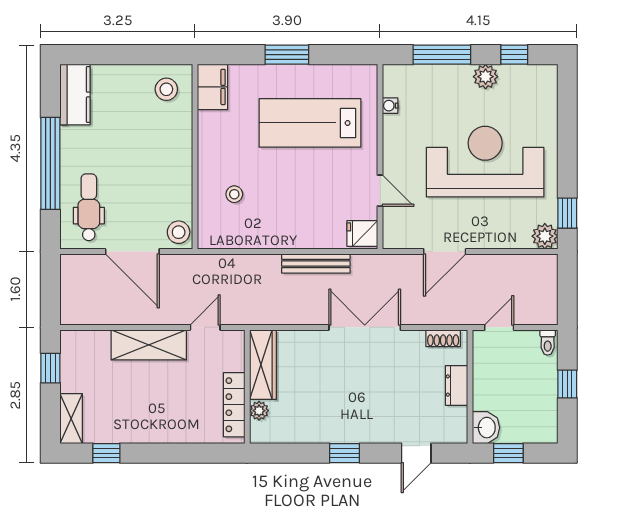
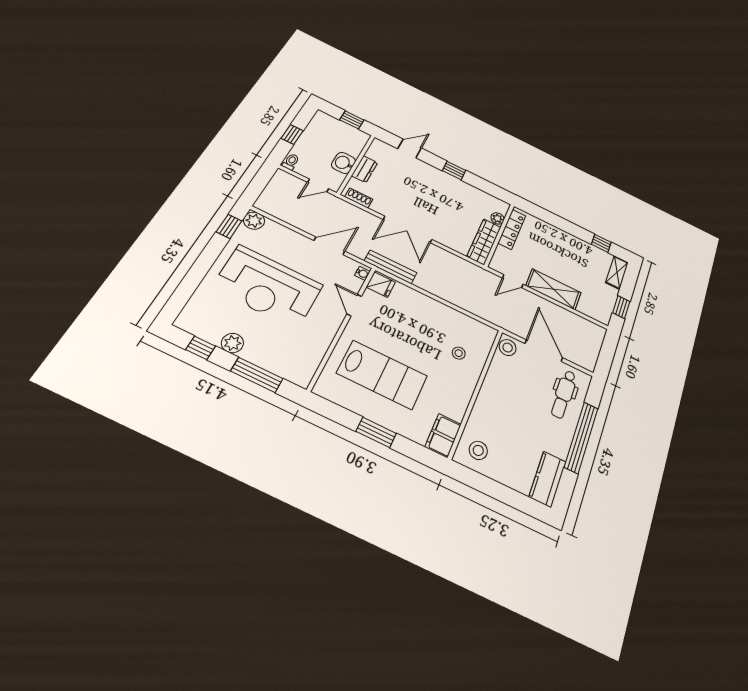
water cooler: (390, 106) -> (362, 273), moved
bench: (316, 264) -> (391, 267), moved
washbasin: (486, 428) -> (344, 163), moved

